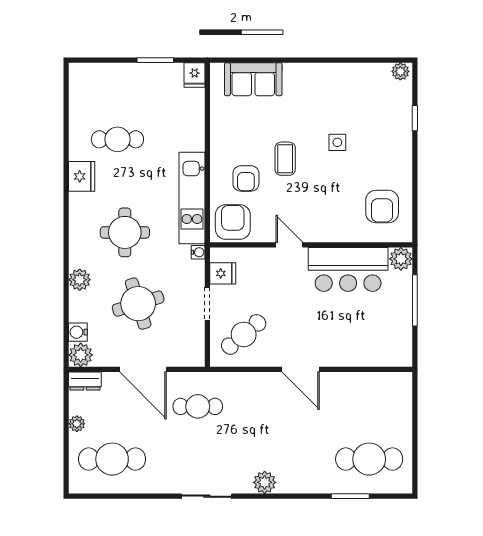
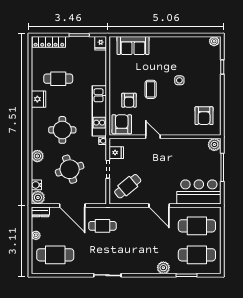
locker: (101, 73) -> (49, 42), added
bar counter: (348, 269) -> (199, 192), moved, turned 180
cafe table: (369, 406) -> (197, 226), added
plant: (265, 482) -> (163, 268), moved

